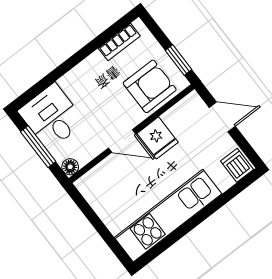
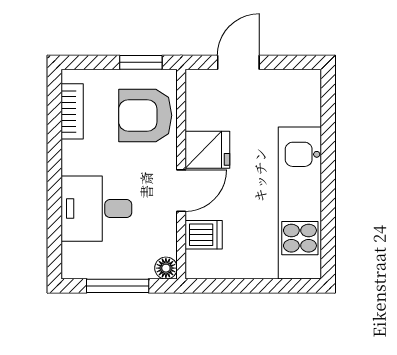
armchair: (150, 86) -> (145, 115), turned -90
desk: (52, 117) -> (96, 209), moved
dishwasher: (237, 165) -> (204, 235), moved, turned 180

